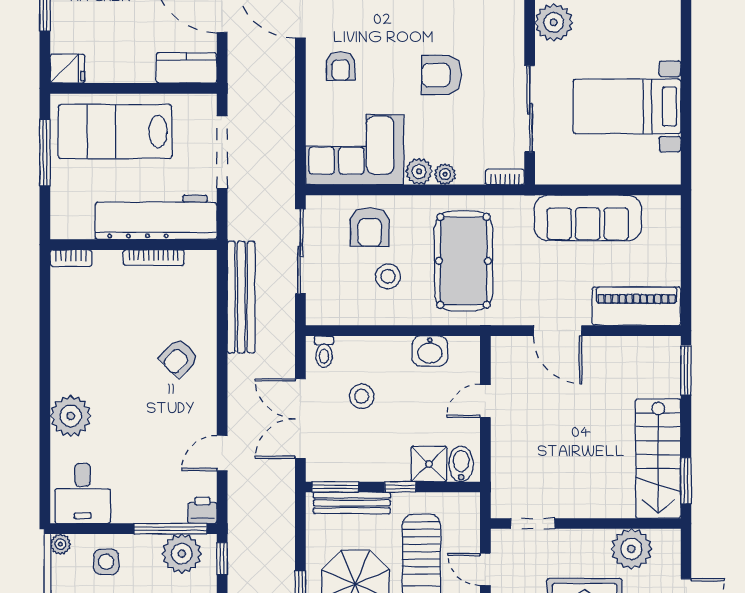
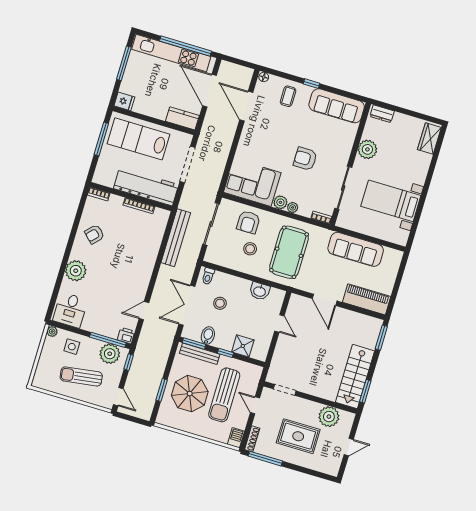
armchair: (341, 66) -> (258, 140), removed
armchair: (179, 358) -> (94, 234), moved
door: (485, 401) -> (279, 323), swing flipped
bidet: (461, 464) -> (208, 336), moved

